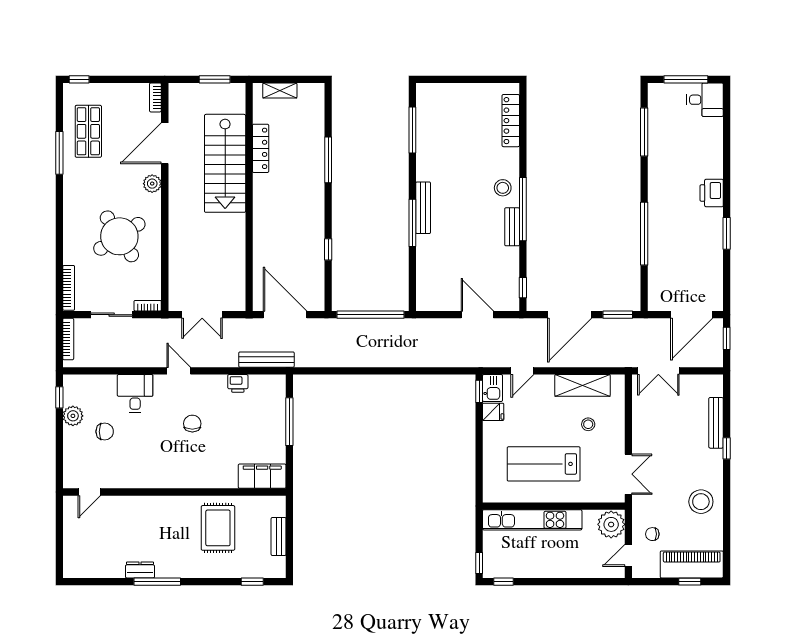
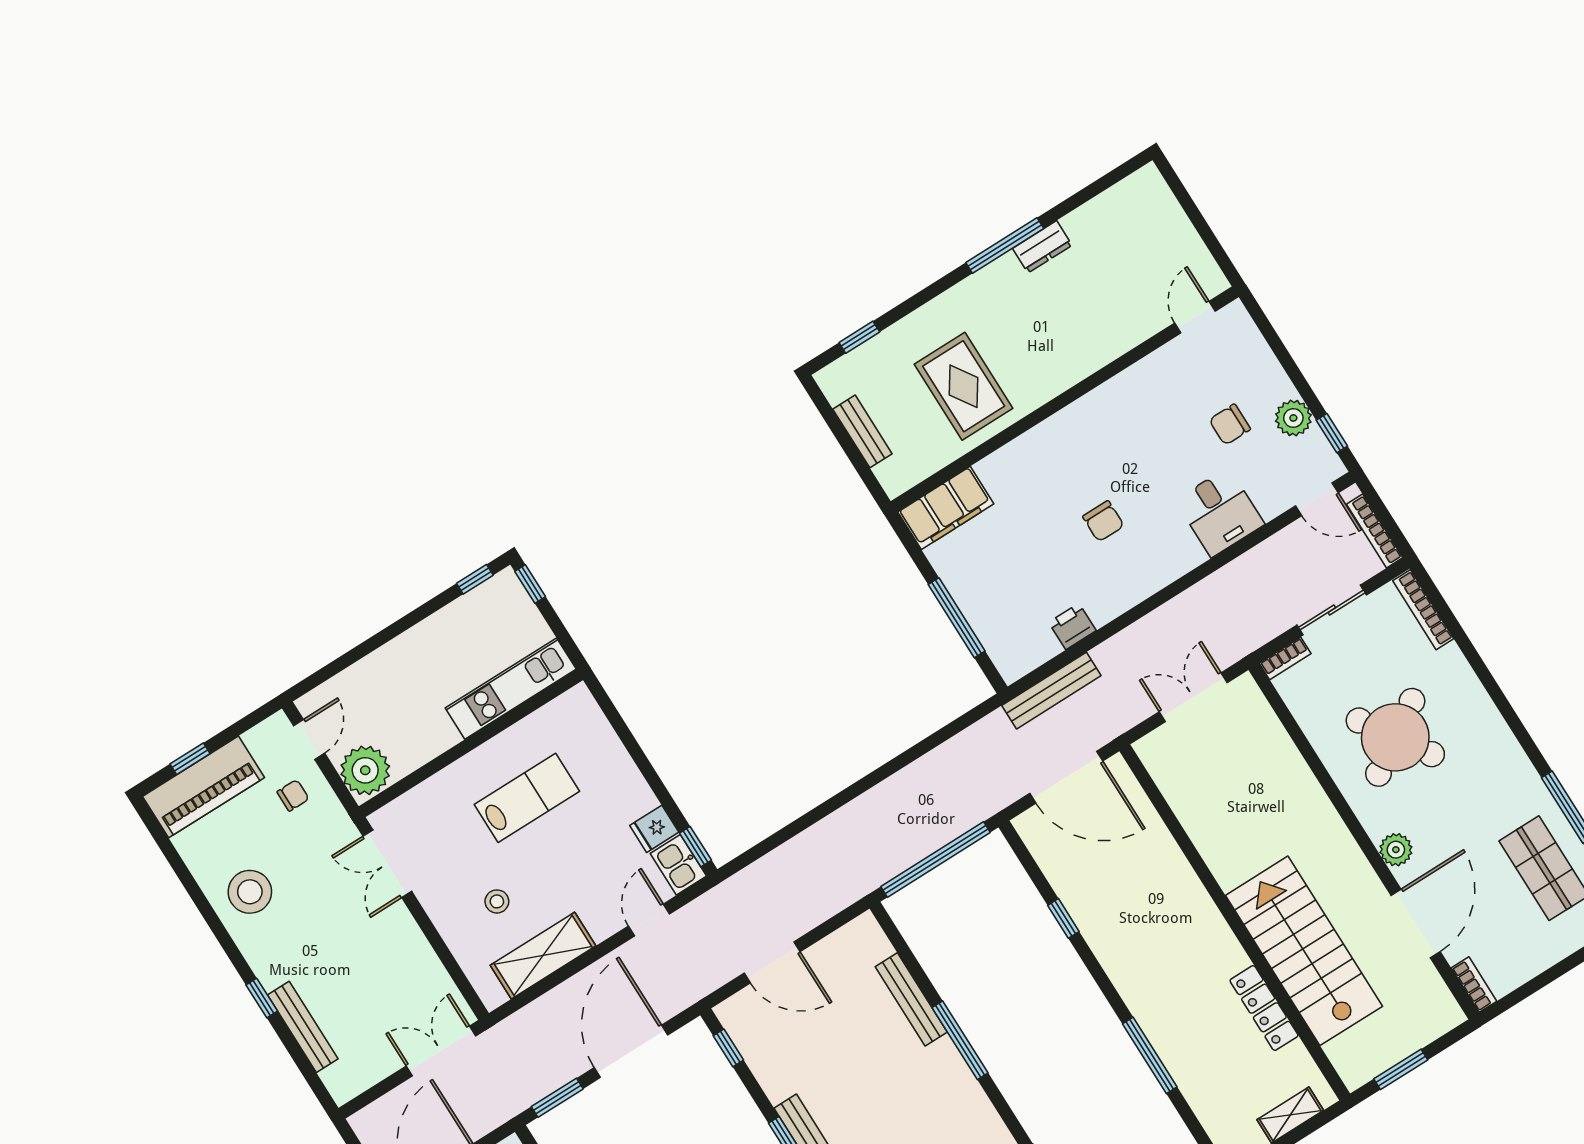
bench: (423, 208) -> (911, 999), moved
door: (179, 371) -> (1317, 499), moved
lab bench: (544, 464) -> (527, 798), width x0.73, depth x0.72
kitchen unit: (532, 520) -> (511, 689), width x0.73

